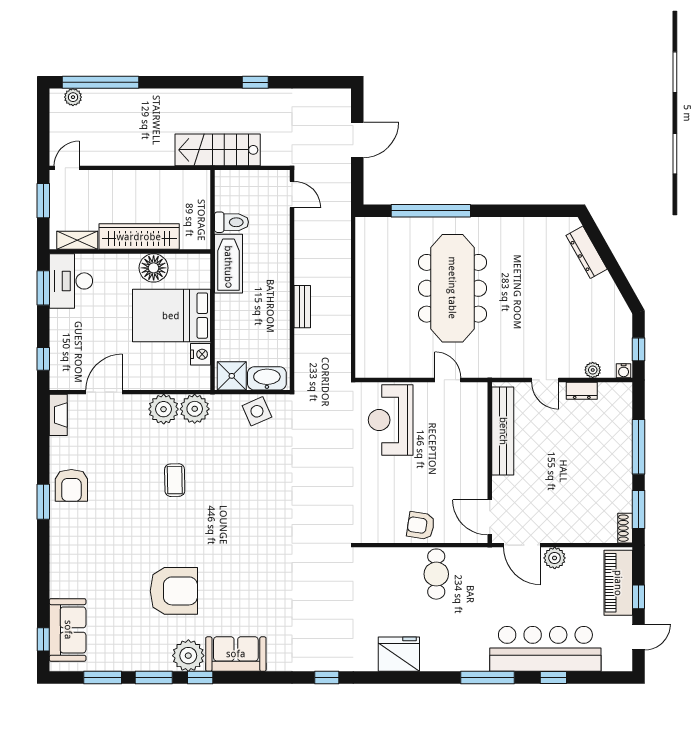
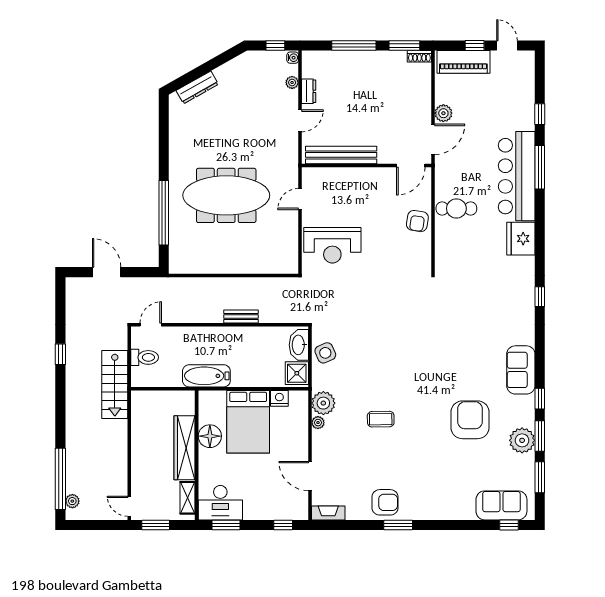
toilet: (231, 222) -> (145, 357), moved, turned 90
plant: (164, 409) -> (318, 423), width x0.53, depth x0.53
bar counter: (545, 649) -> (517, 176), moved
plant: (188, 656) -> (522, 440), moved

